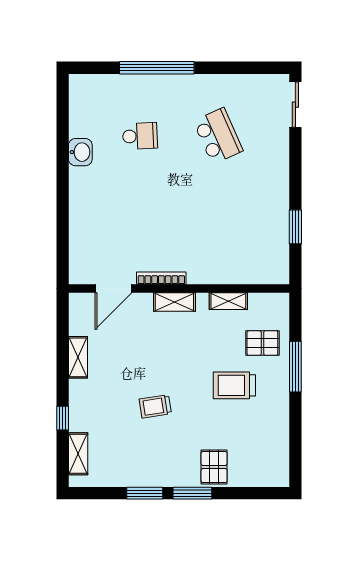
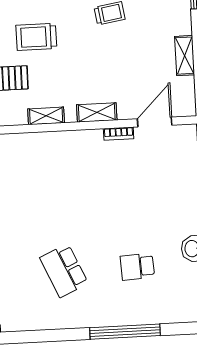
bookcase: (161, 278) -> (119, 134), width x0.64
trolley: (234, 385) -> (36, 37), turned 180

